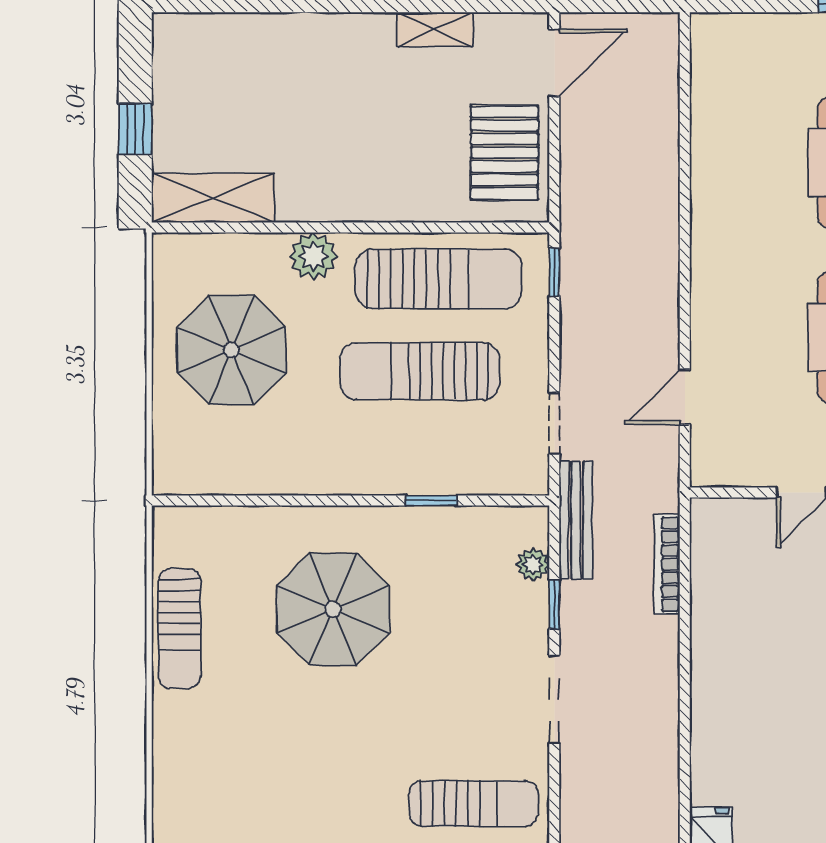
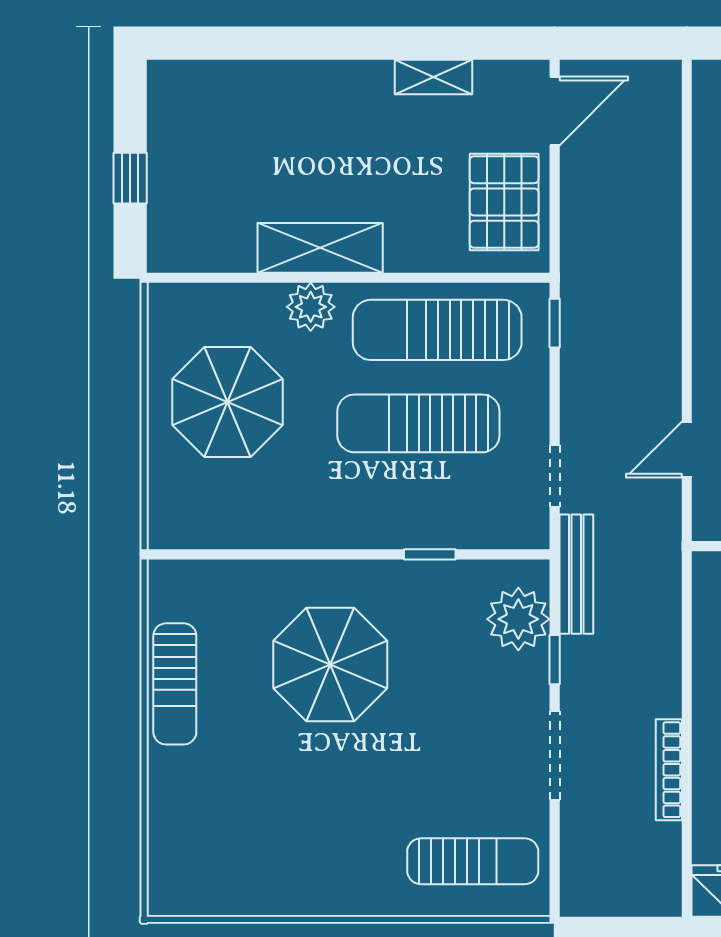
shelving: (213, 198) -> (320, 248), moved
sun lounger: (438, 279) -> (437, 330), turned 180
plant: (533, 564) -> (518, 619), width x1.88, depth x1.88
bookcase: (667, 564) -> (669, 770), moved

